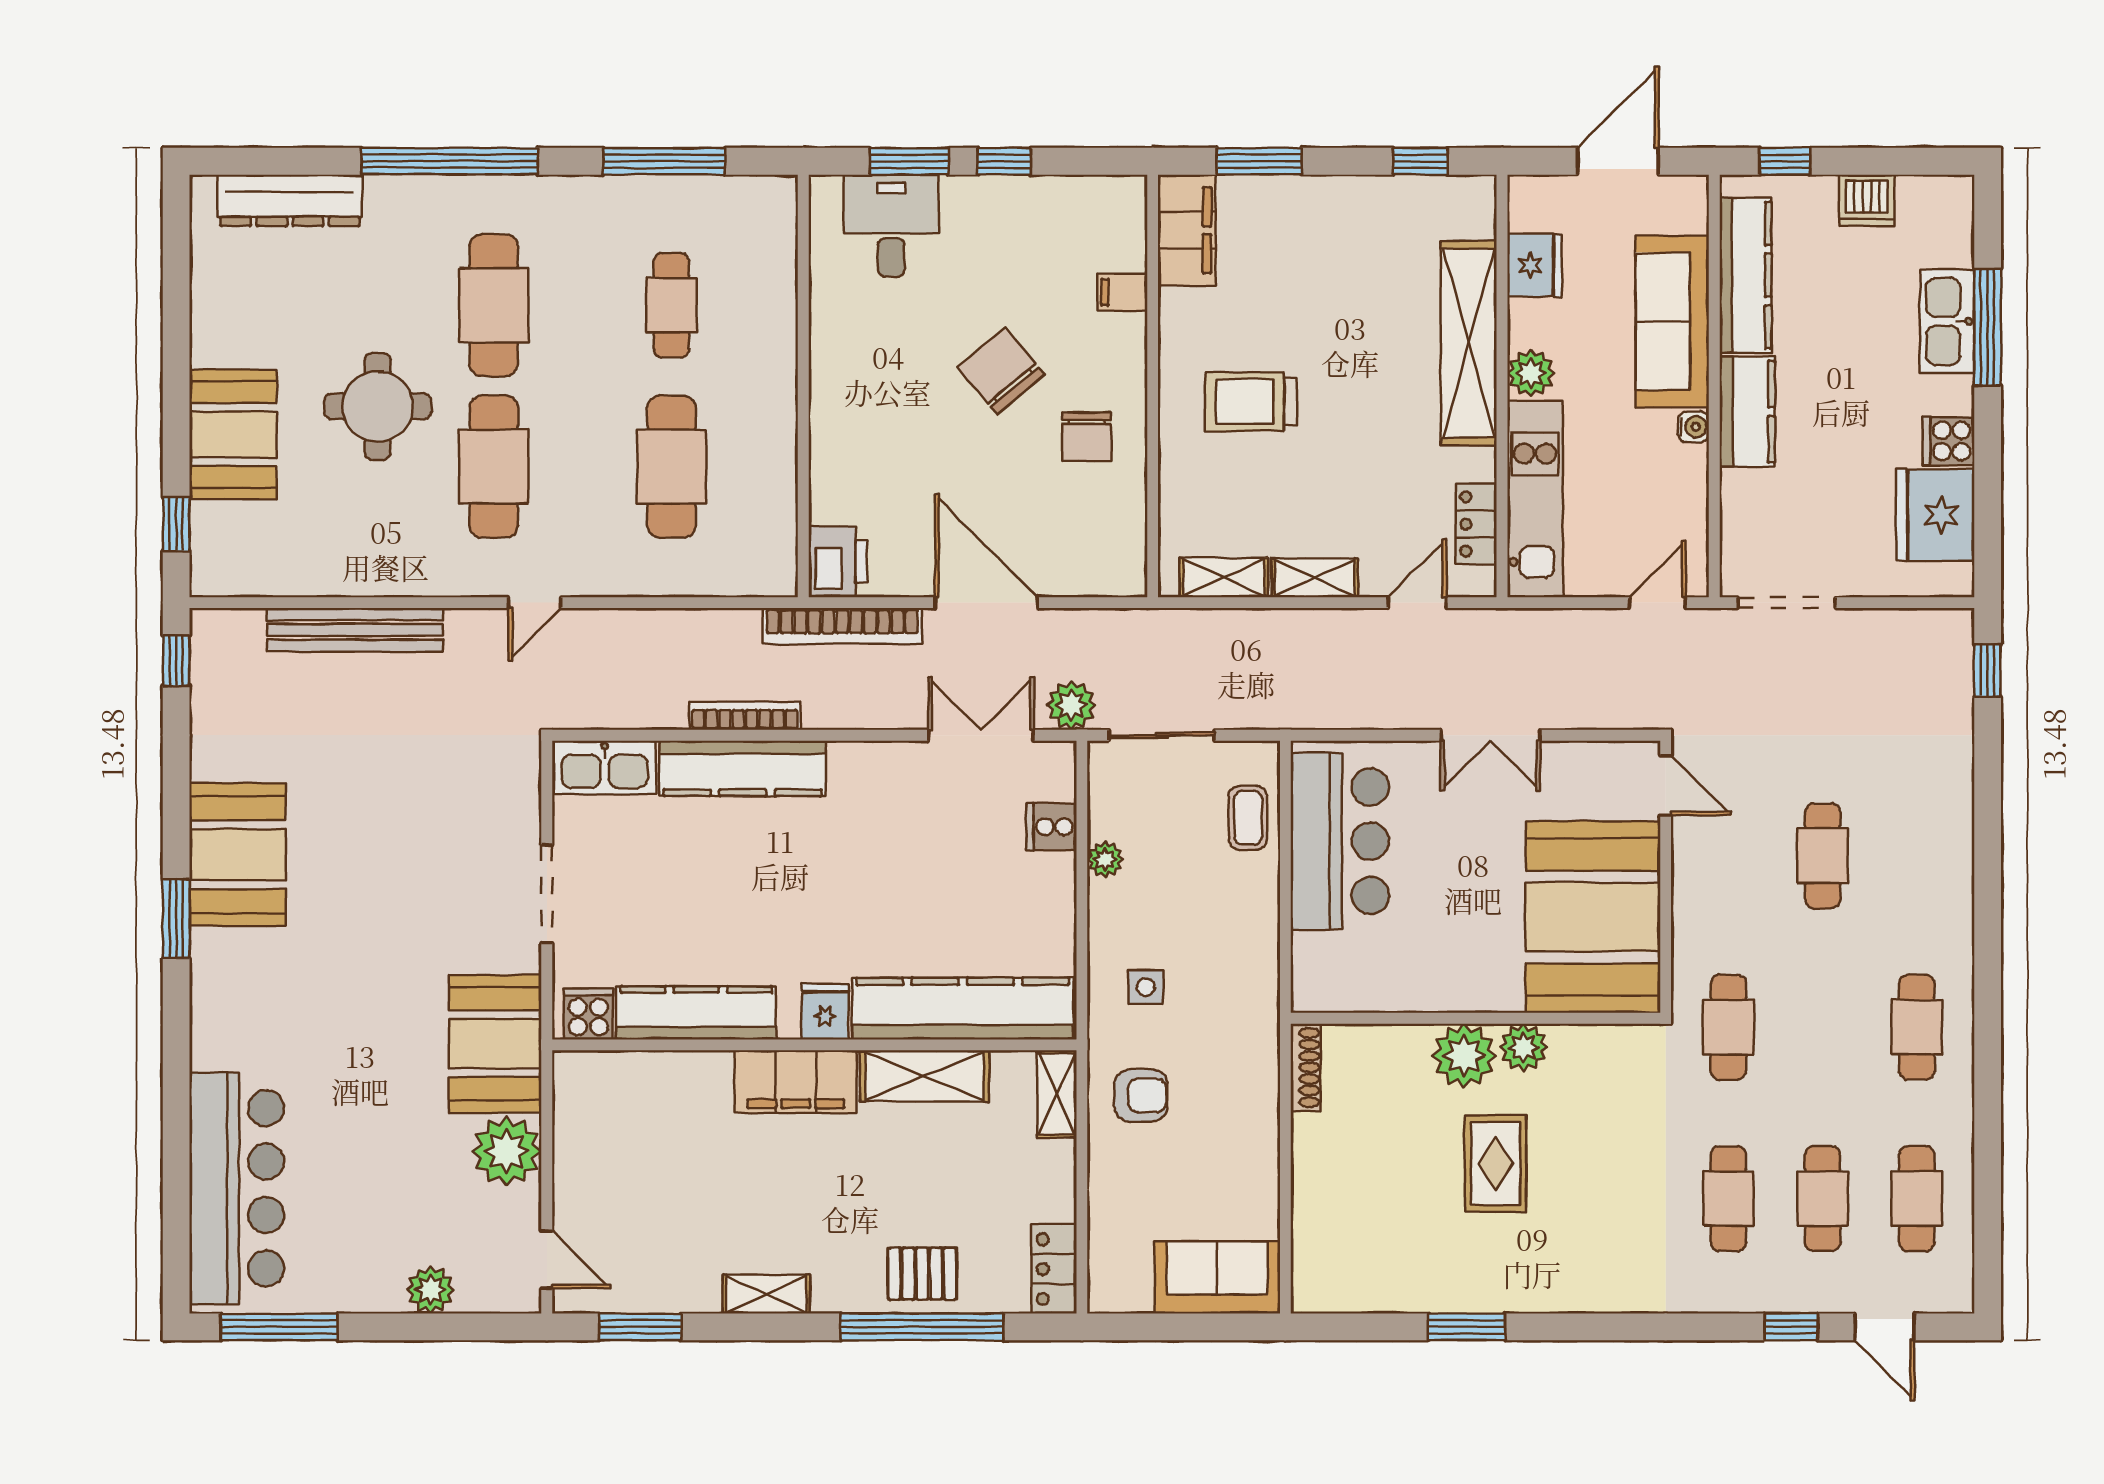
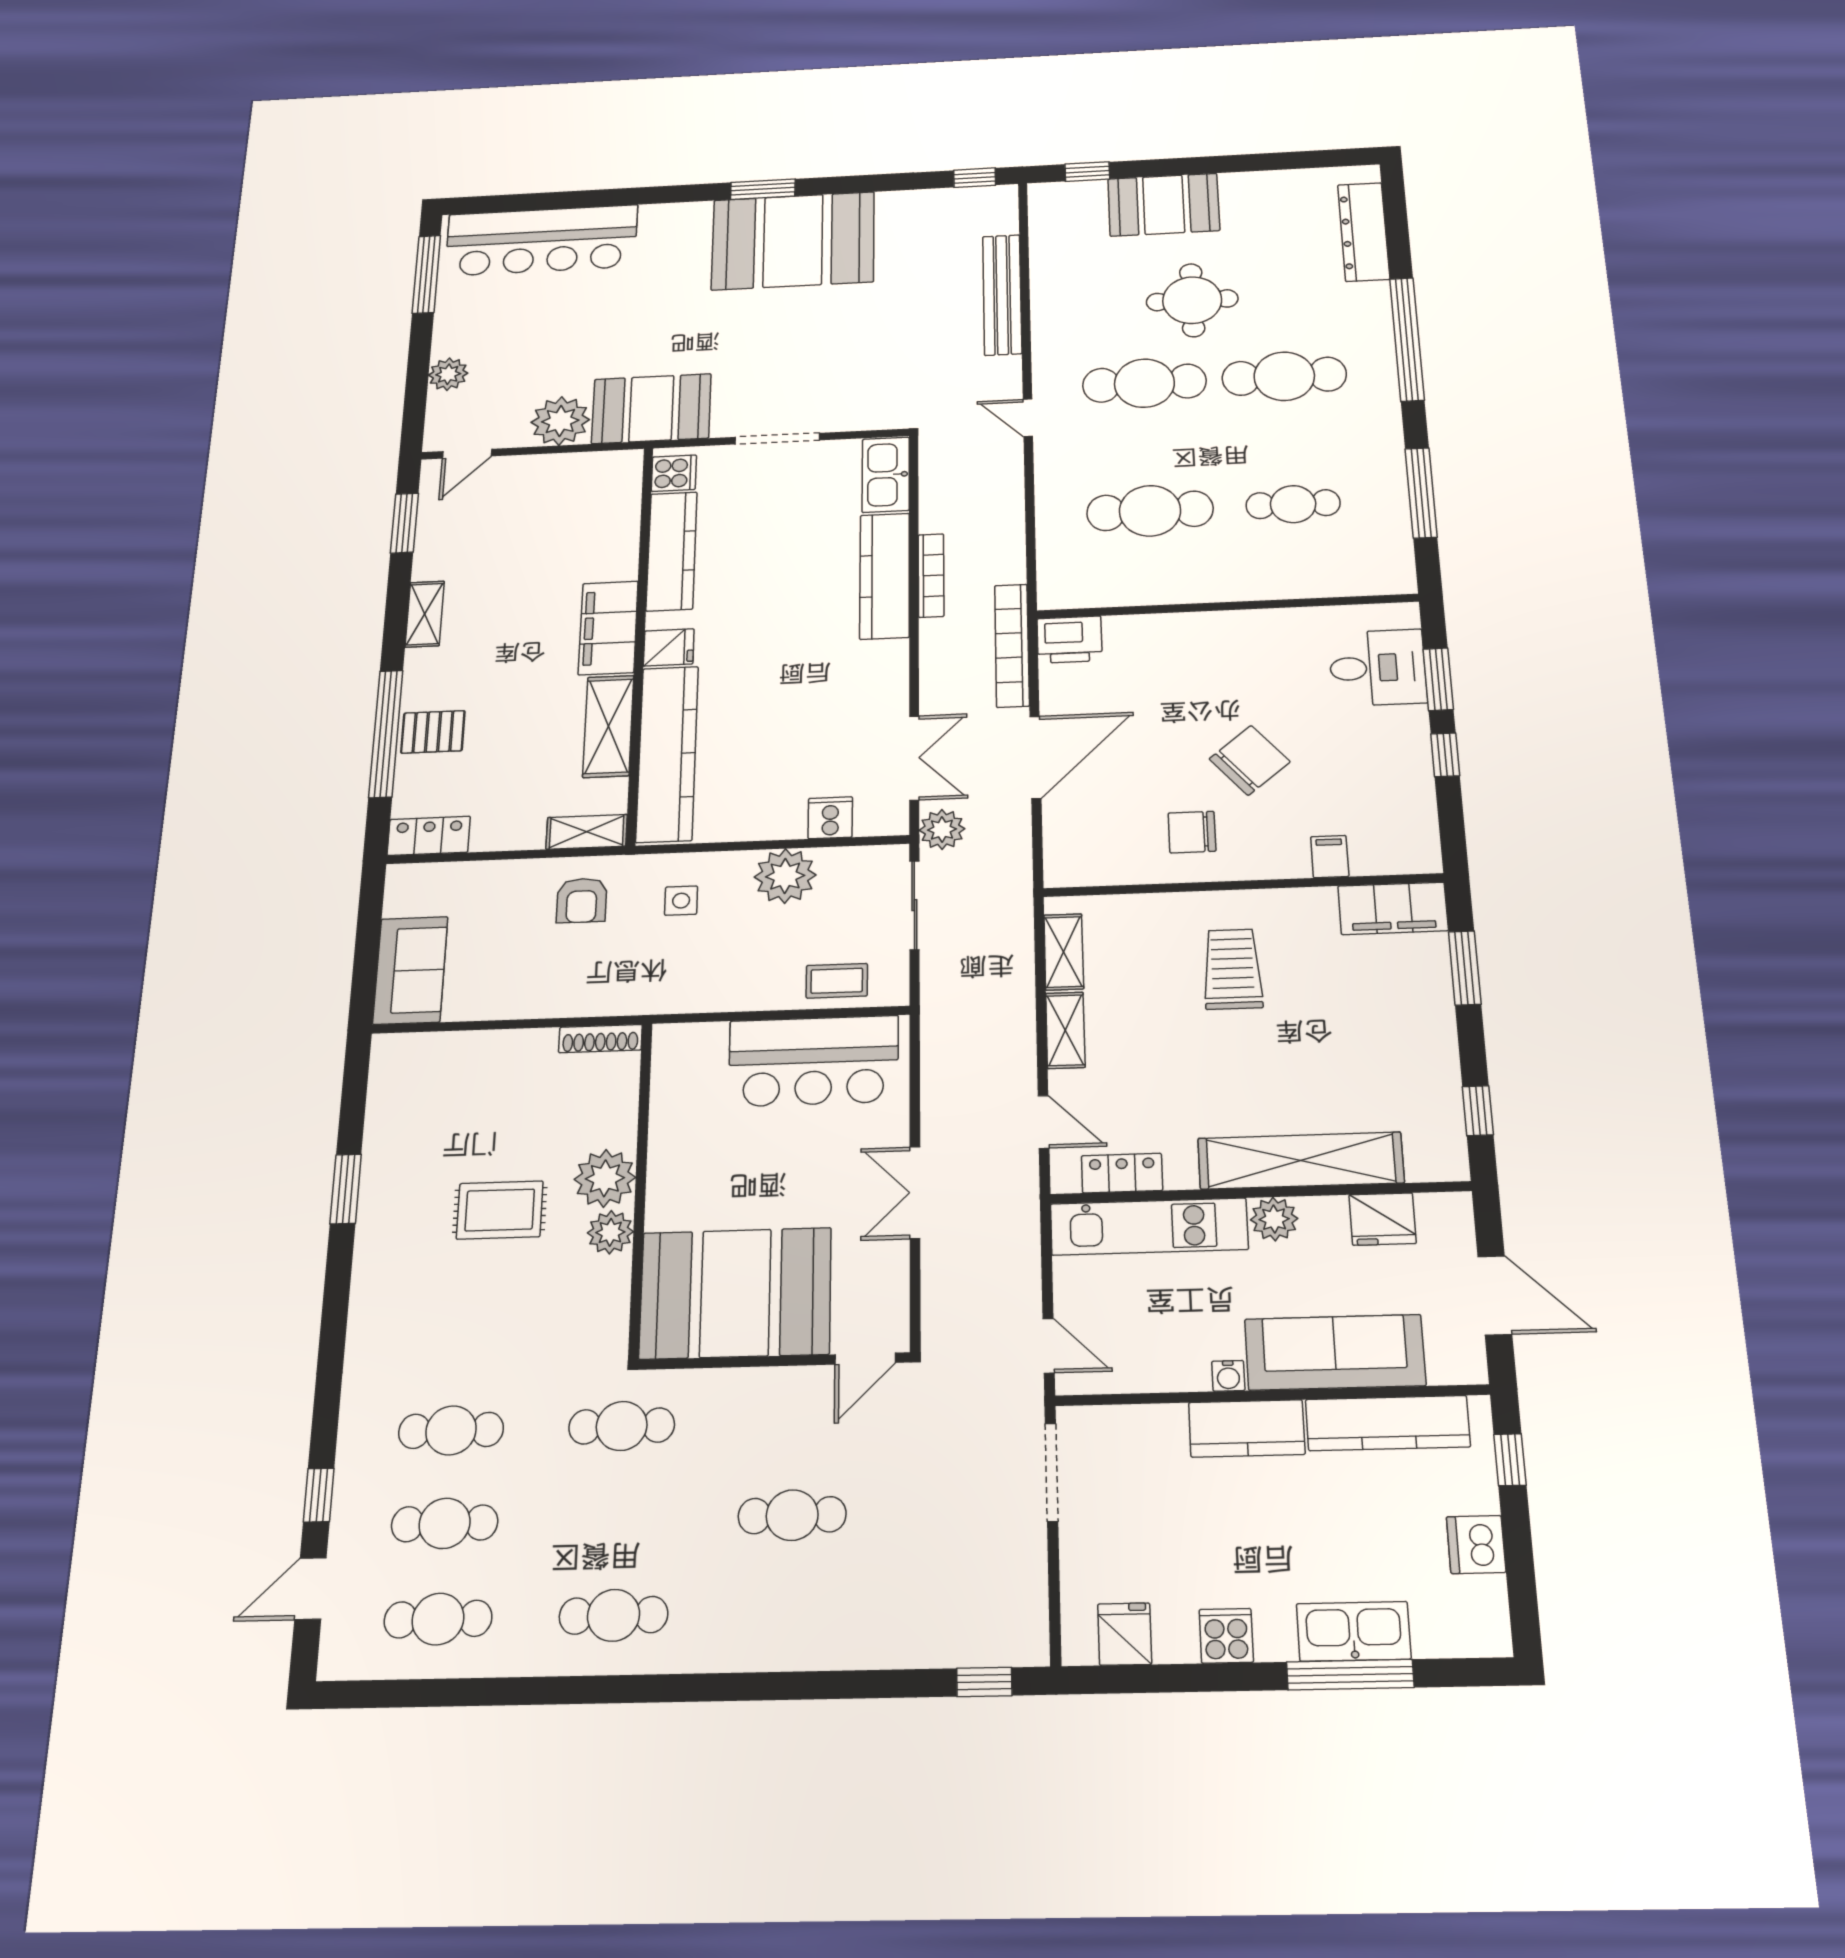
fridge: (1935, 515) -> (1125, 1634), width x0.53, depth x0.75
booth: (238, 855) -> (793, 241), width x1.36, depth x1.42
plant: (1105, 859) -> (785, 876), width x1.87, depth x1.87
pallet: (922, 1274) -> (433, 732), turned 90

